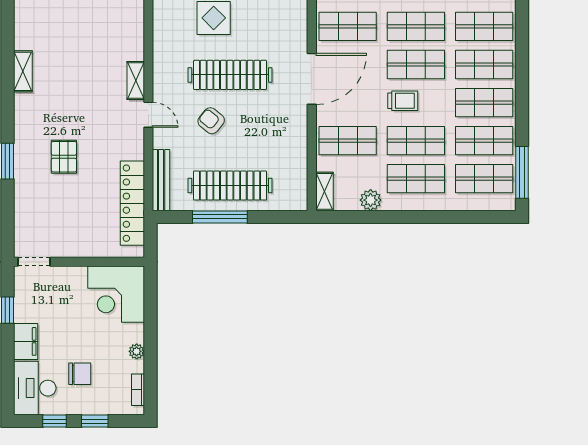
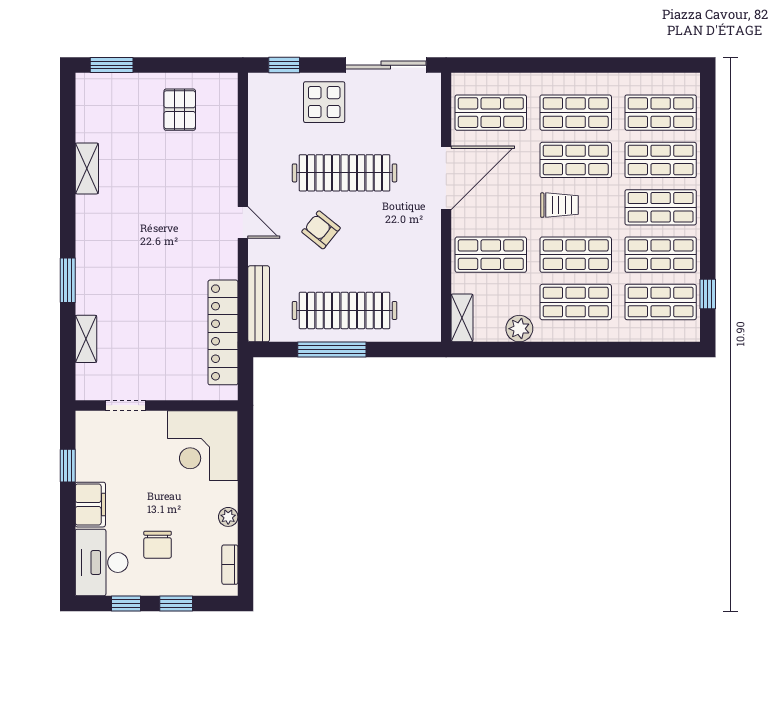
shelving: (136, 81) -> (86, 339), moved
pallet: (64, 157) -> (180, 110), moved
window: (522, 172) -> (708, 294), width x0.46
doorway: (34, 262) -> (125, 405), moved
chair: (80, 374) -> (158, 545), turned 90

